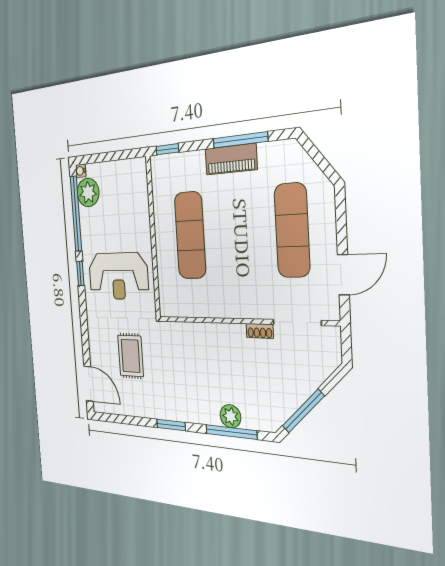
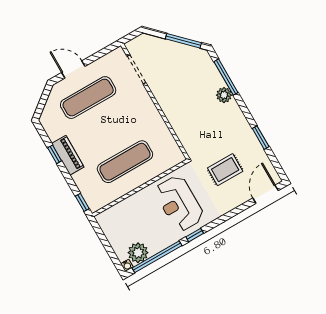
window: (240, 140) -> (55, 154), width x0.46
door: (343, 275) -> (73, 69), moved
reception desk: (118, 276) -> (179, 203), turned 180
shoe rack: (260, 331) -> (155, 89), removed
plant: (230, 416) -> (224, 95), moved
window: (171, 425) -> (261, 138), moved

